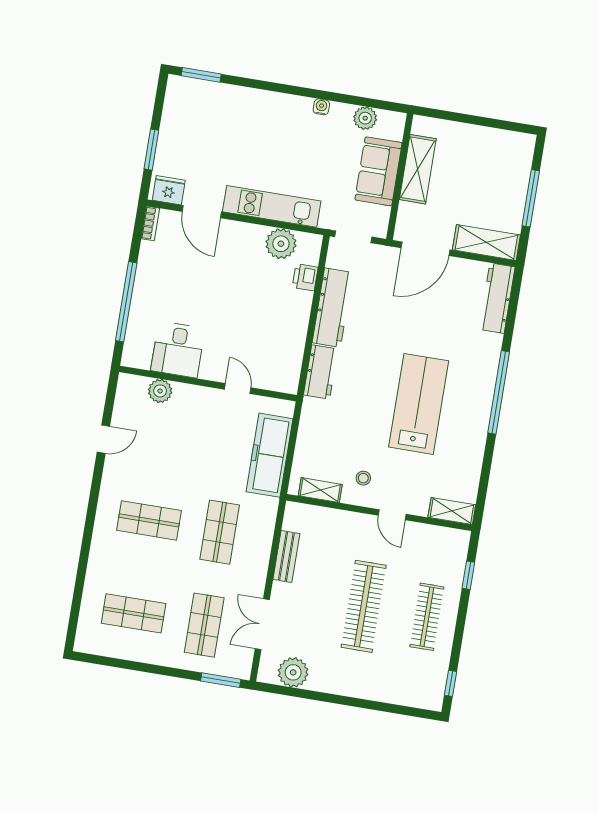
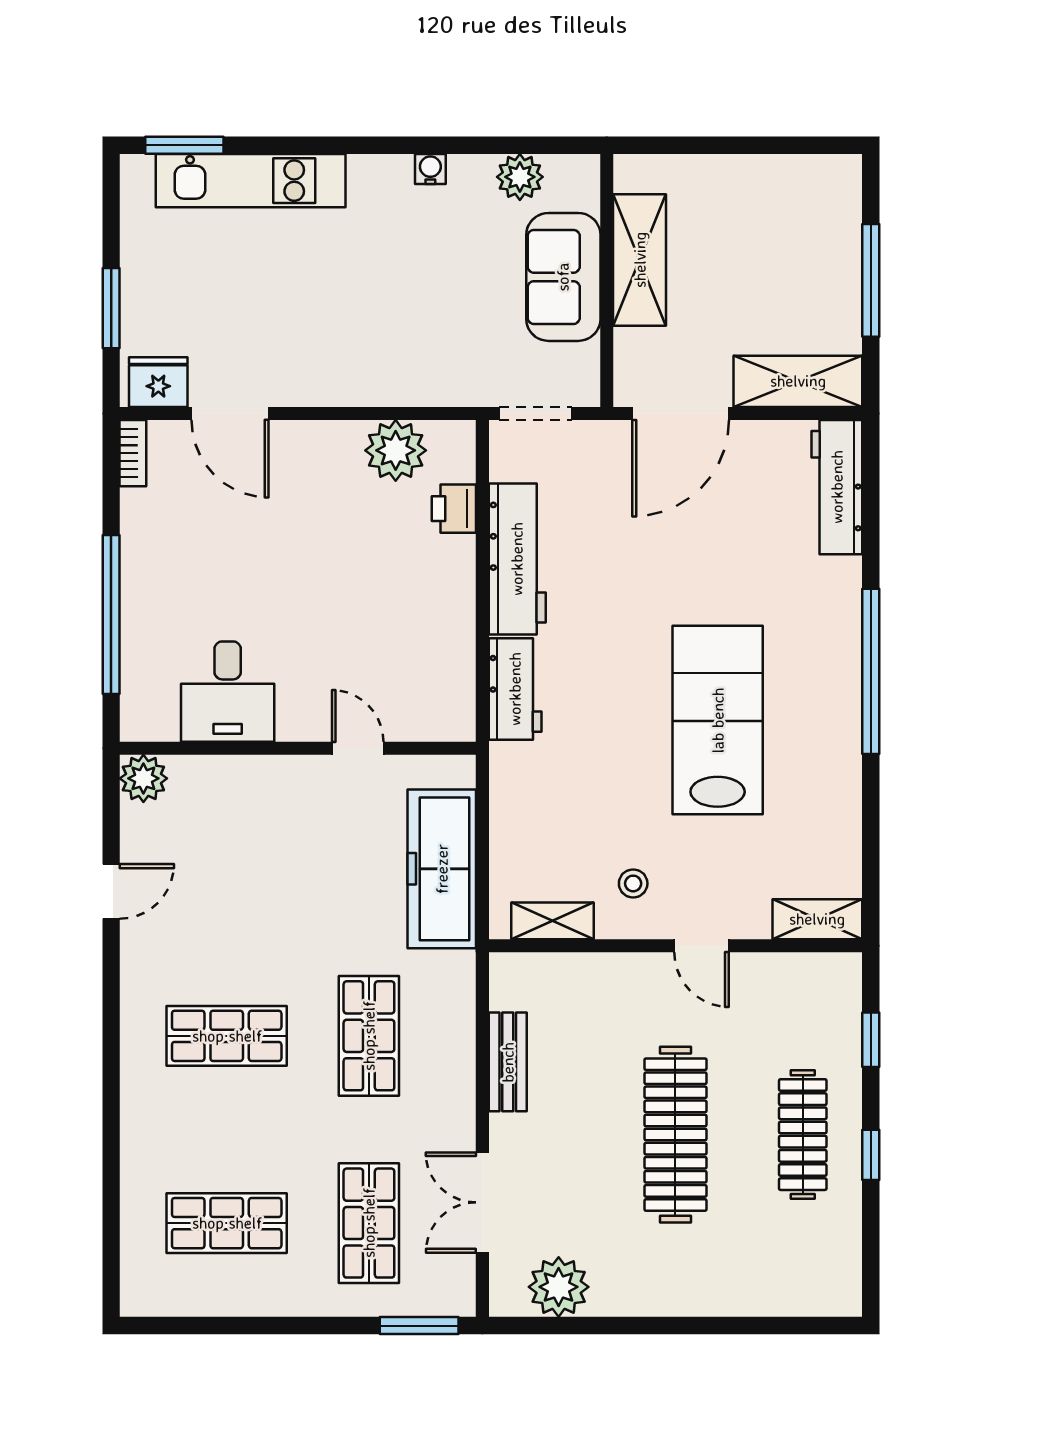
kitchen unit: (272, 206) -> (251, 181), moved, turned 180
plant: (160, 391) -> (143, 778), moved
window: (451, 683) -> (871, 1155), moved

